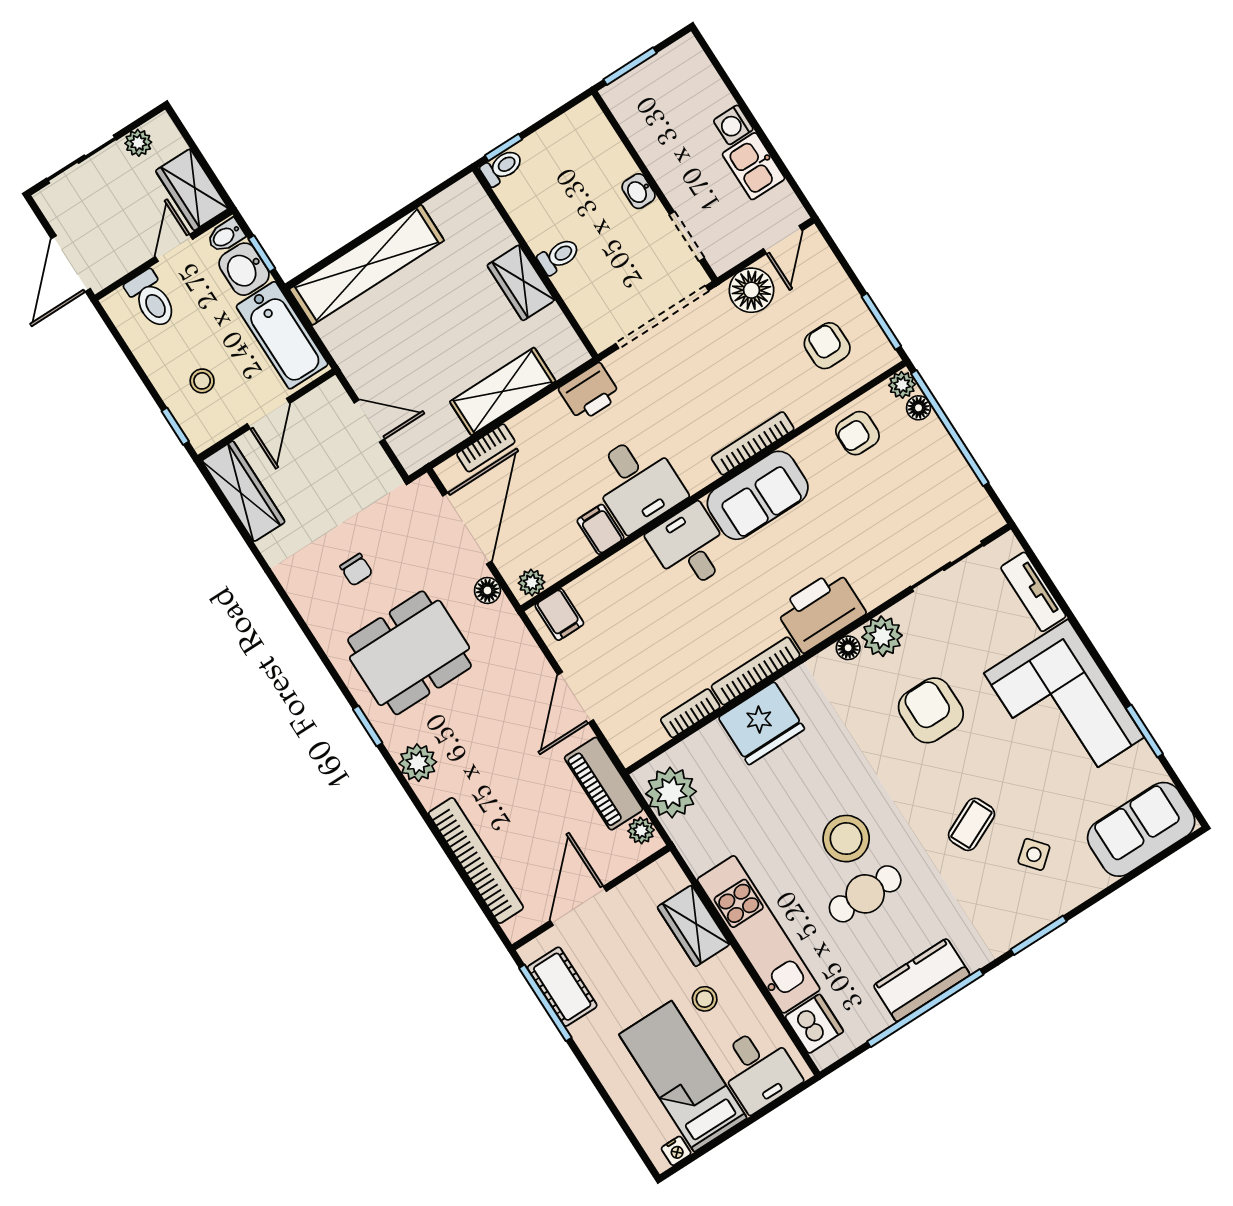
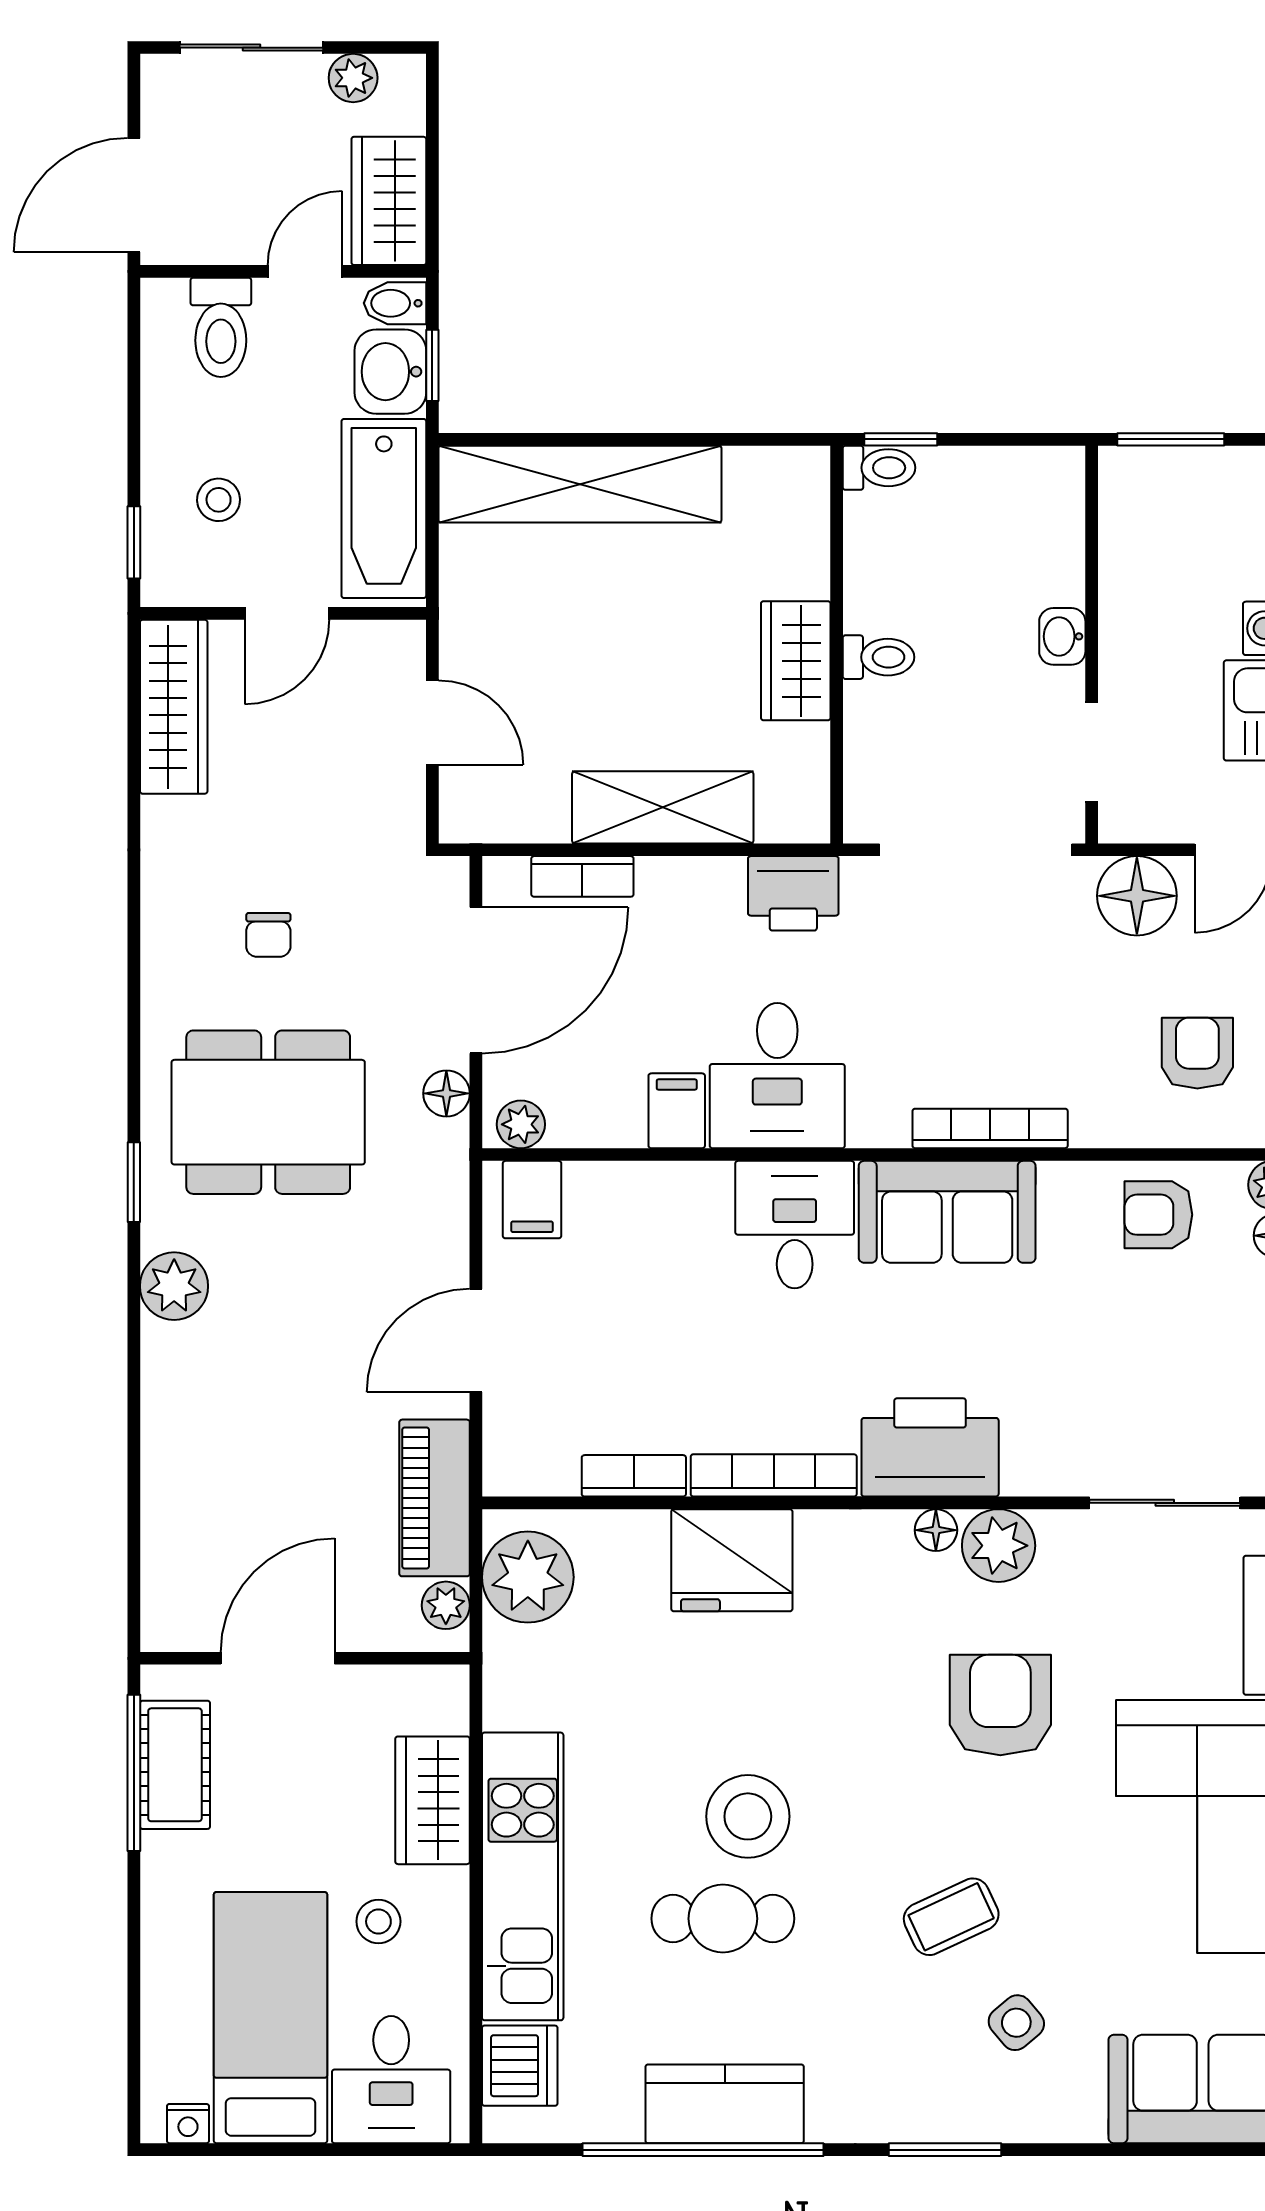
bookcase: (476, 860) -> (167, 1490), removed

